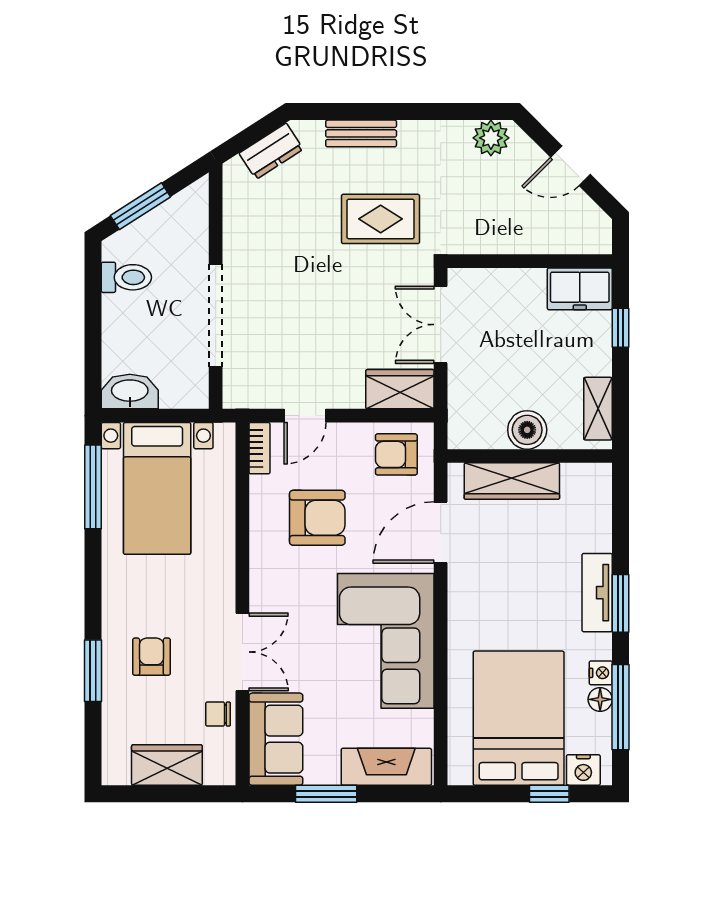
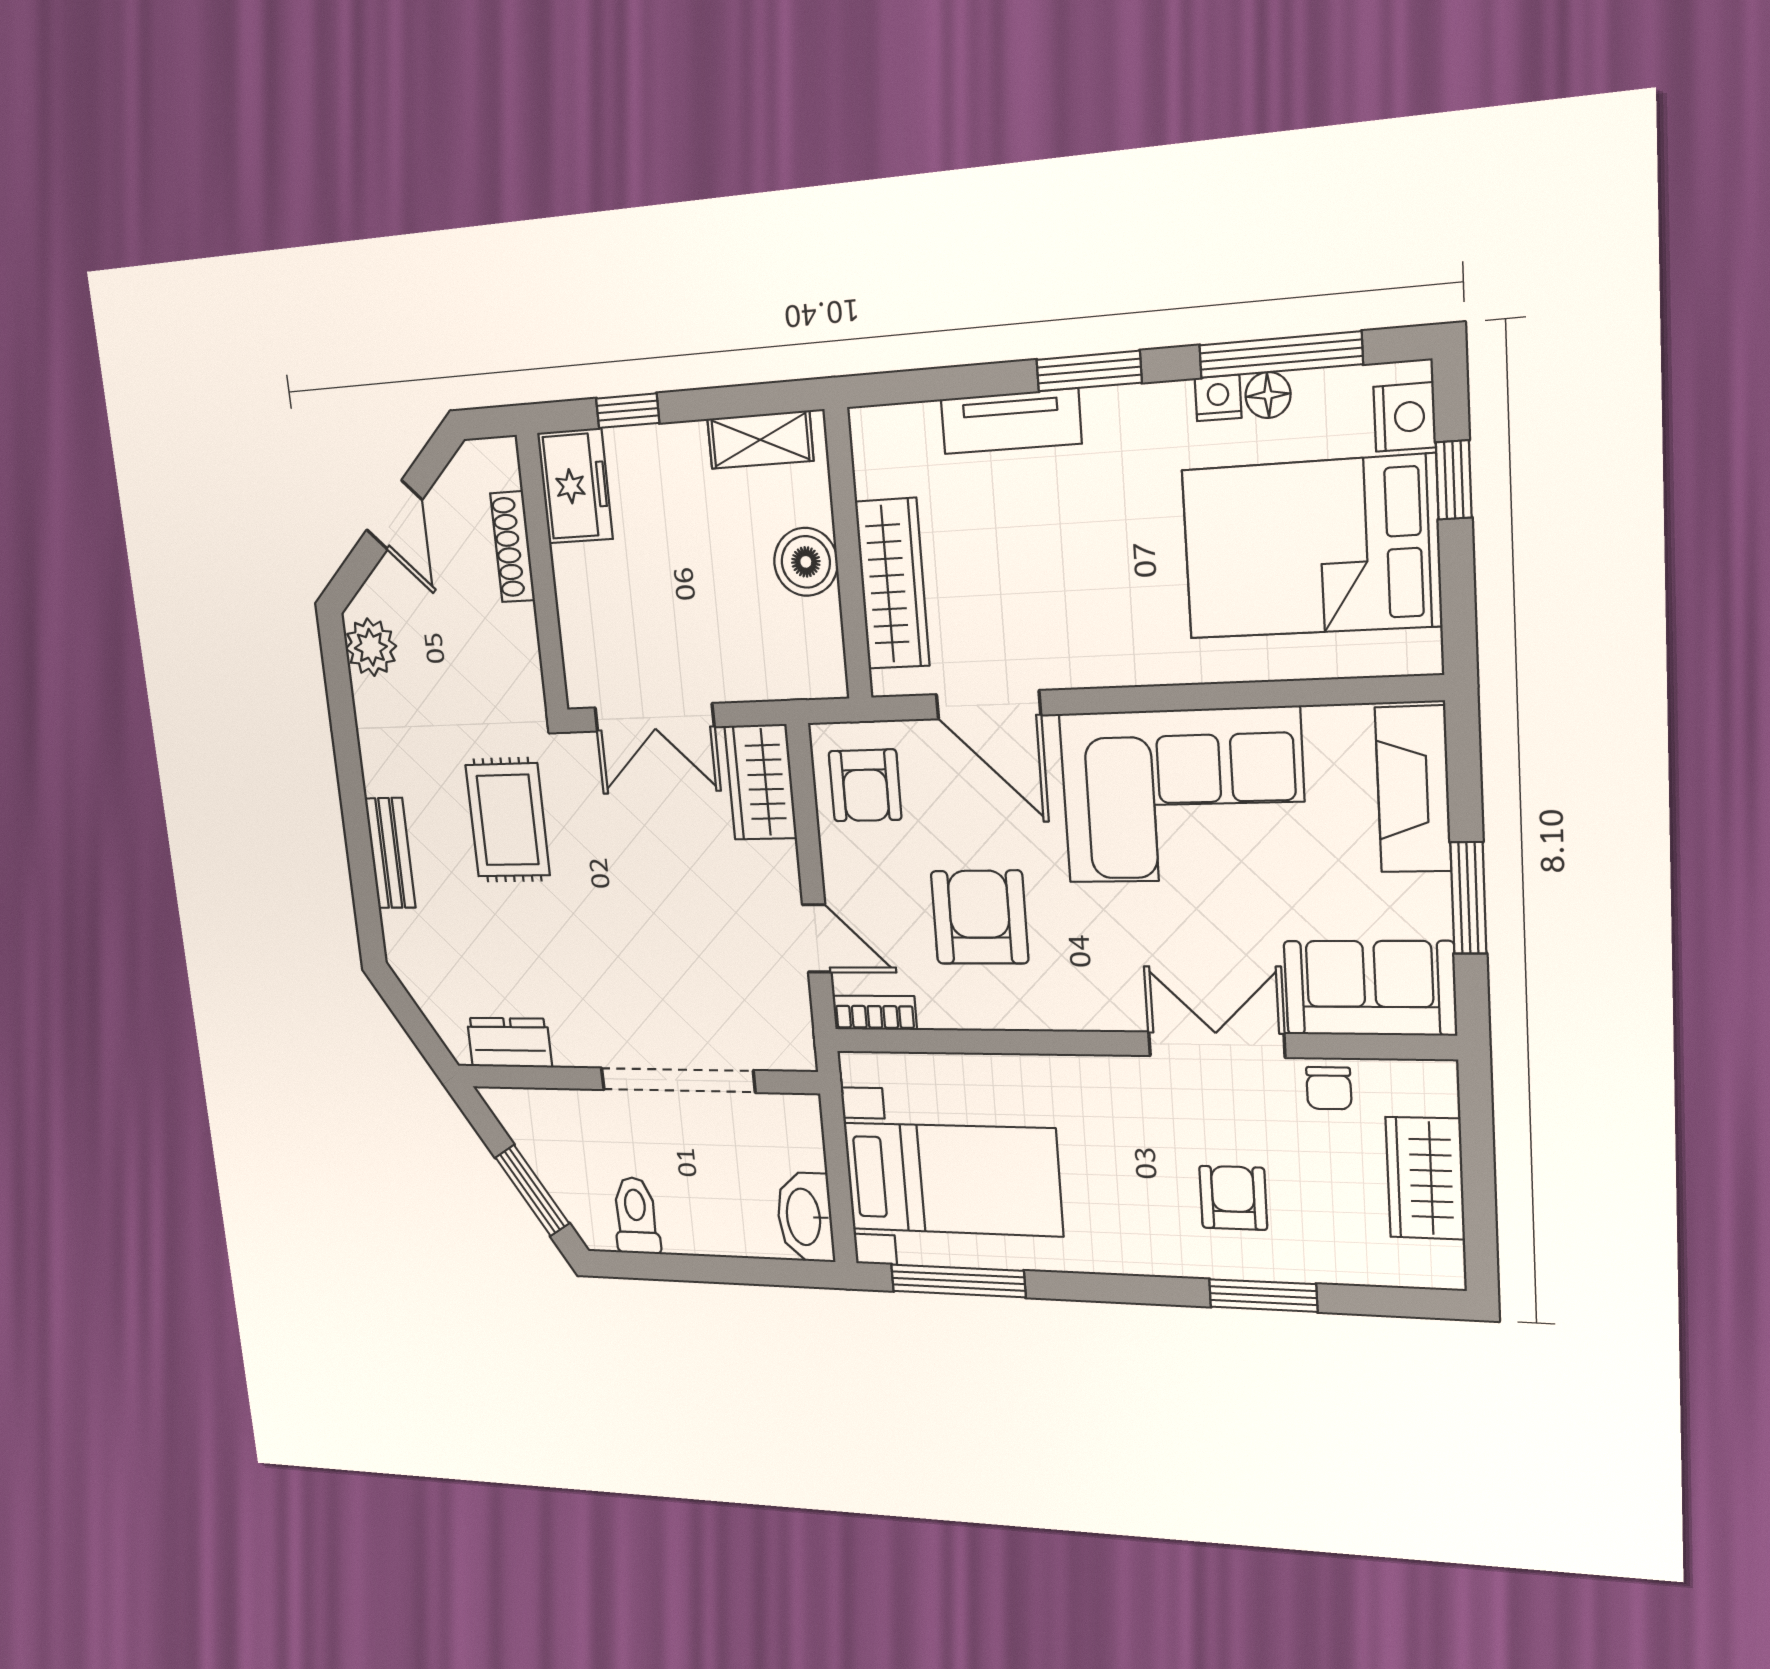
dresser: (271, 151) -> (509, 1043), moved, turned -57
shoe rack: (547, 243) -> (513, 547), added
tv unit: (597, 593) -> (1011, 421), moved
armchair: (152, 657) -> (1233, 1198), turned 90

